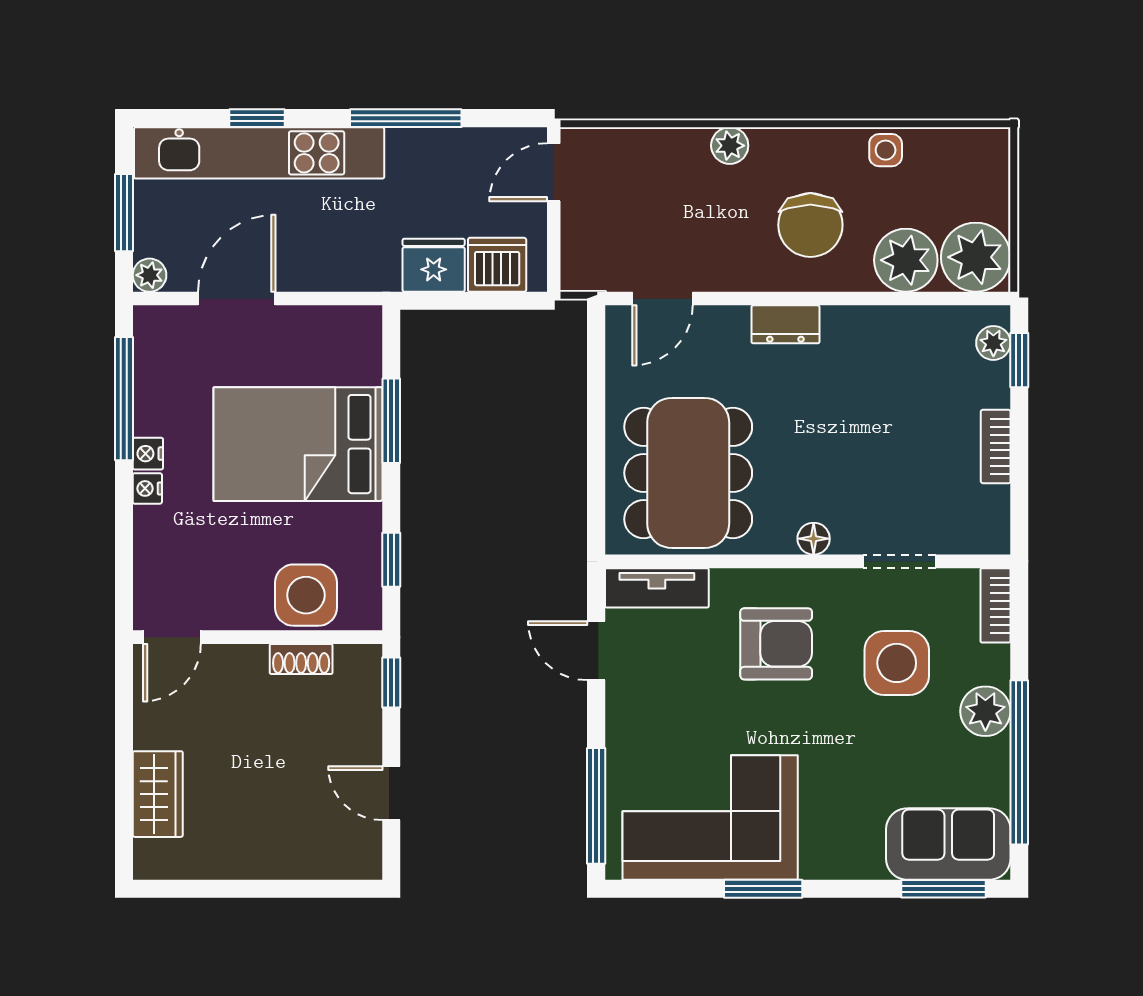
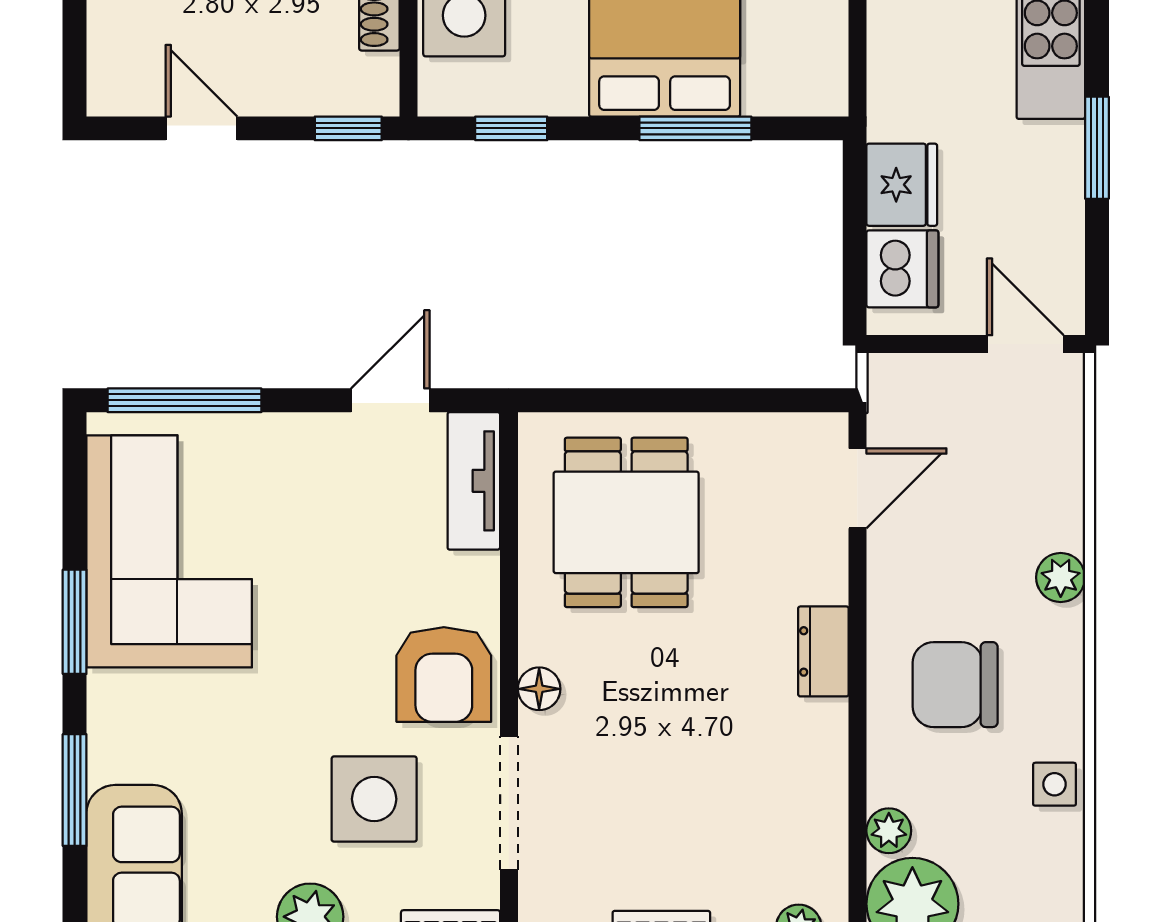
window: (406, 118) -> (1097, 148), width x0.69
plant: (906, 260) -> (889, 831), width x0.53, depth x0.53
door: (662, 299) -> (858, 488), swing flipped
dining table: (688, 473) -> (626, 522), width x0.73
doorway: (900, 561) -> (509, 803), width x1.38
armchair: (776, 644) -> (444, 674), moved
door: (391, 793) -> (201, 128), hinge flipped
window: (944, 889) -> (75, 790), moved

